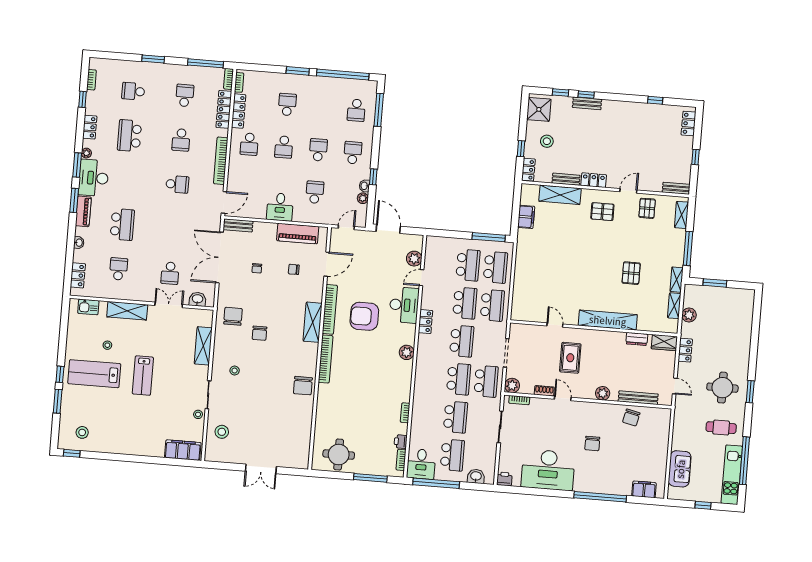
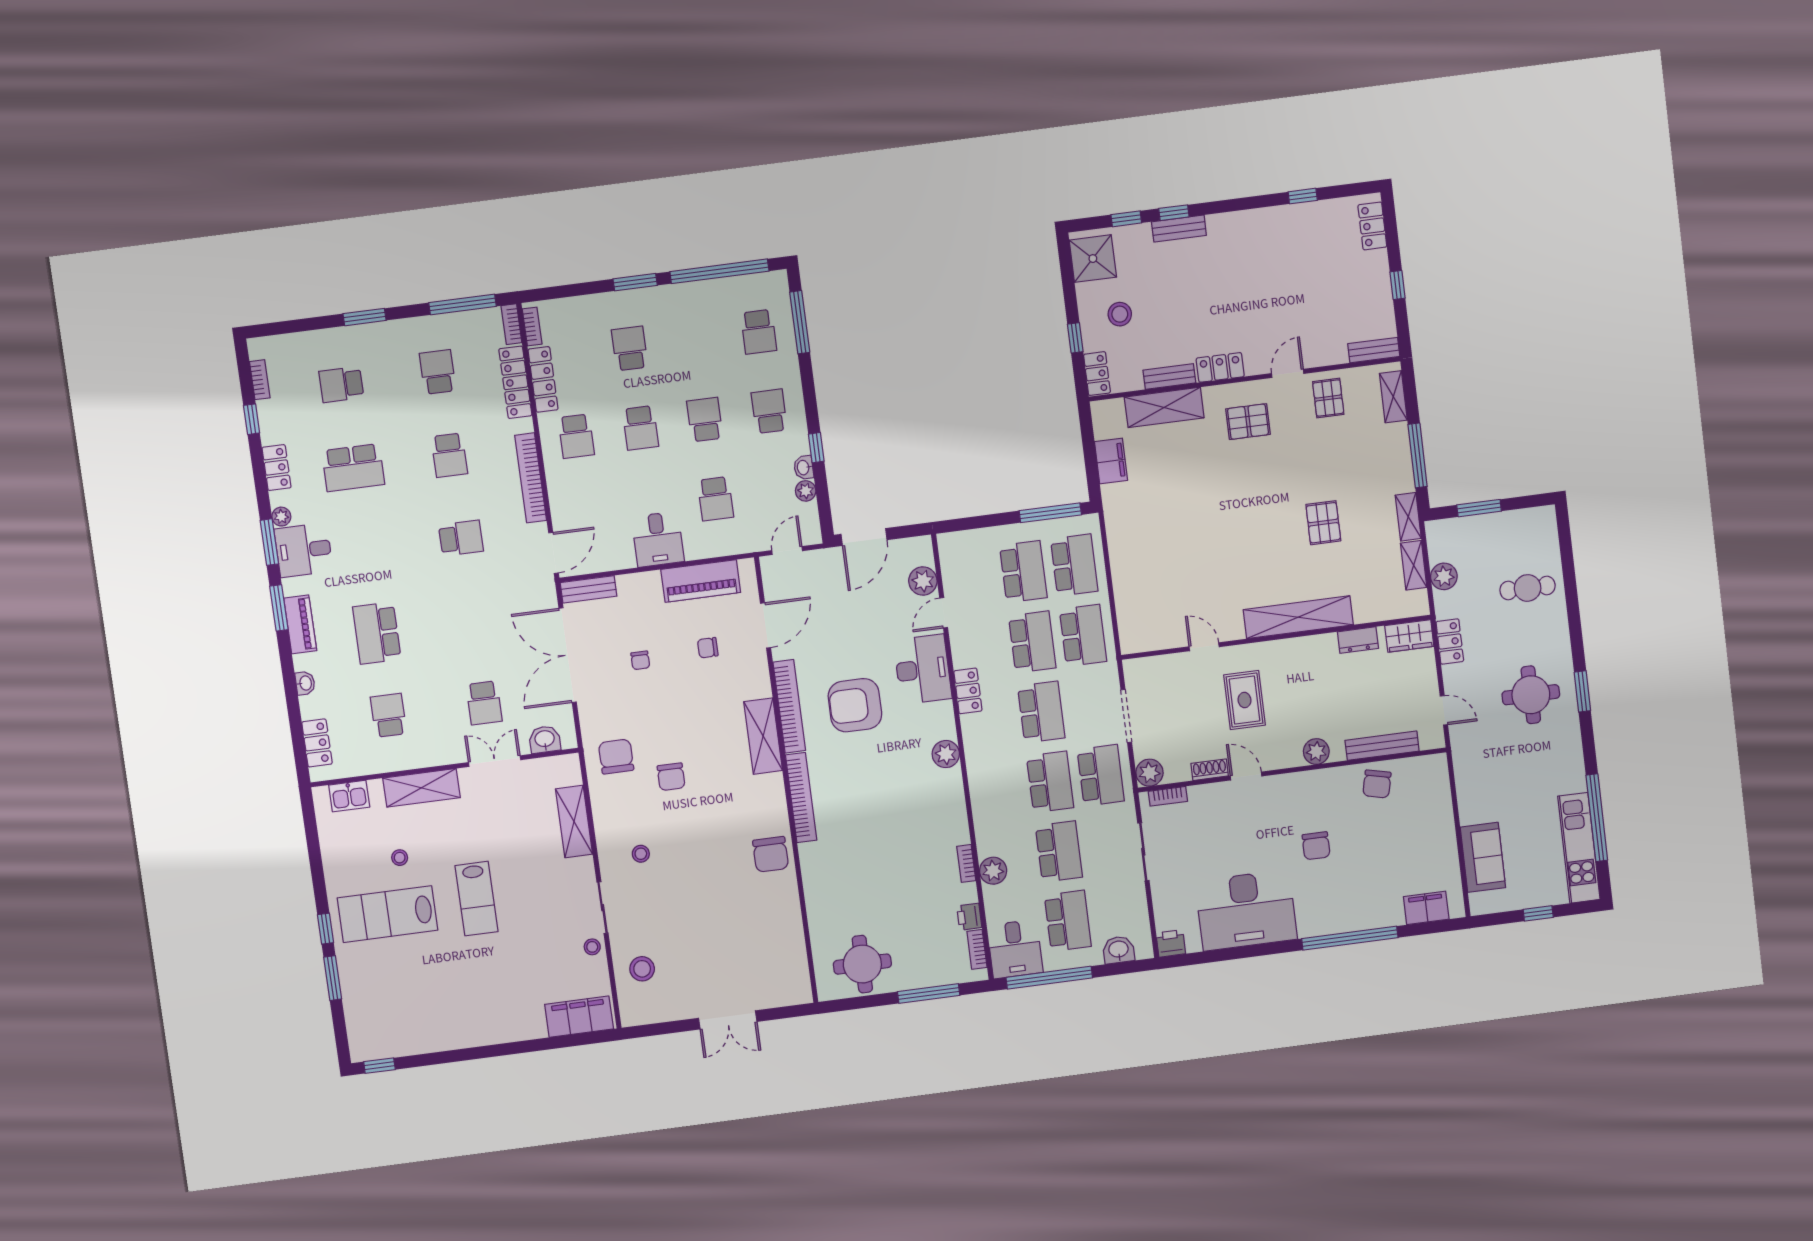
school desk: (130, 136) -> (353, 468), turned -90
desk: (94, 178) -> (304, 550), width x0.73
school desk: (315, 192) -> (715, 499), turned 180
school desk: (122, 224) -> (377, 633), turned 180
door: (388, 229) -> (864, 537), swing flipped
plant: (418, 420) -> (993, 871), added
cafe table: (721, 428) -> (1528, 588), moved
stool: (82, 432) -> (390, 1024), removed

